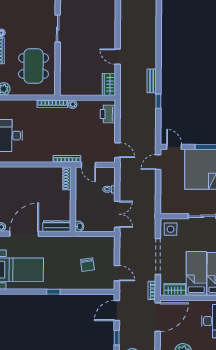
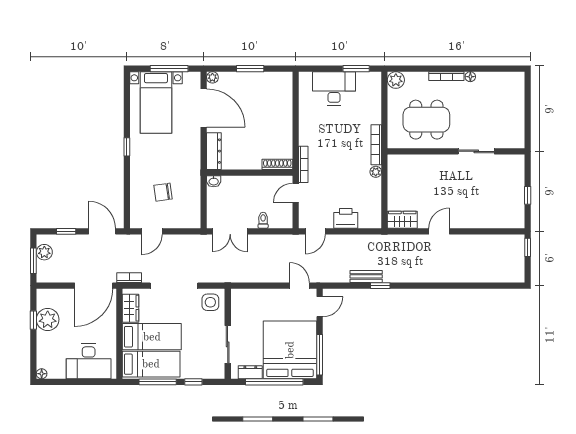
bench: (152, 81) -> (366, 276), moved
printer: (108, 114) -> (346, 218), moved
door: (158, 317) -> (94, 286), hinge flipped

